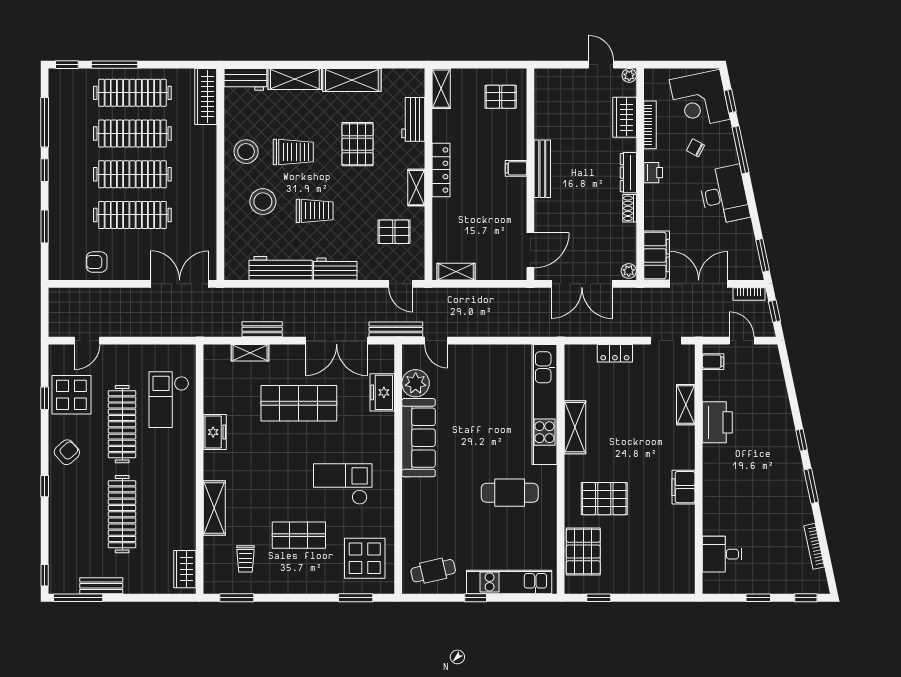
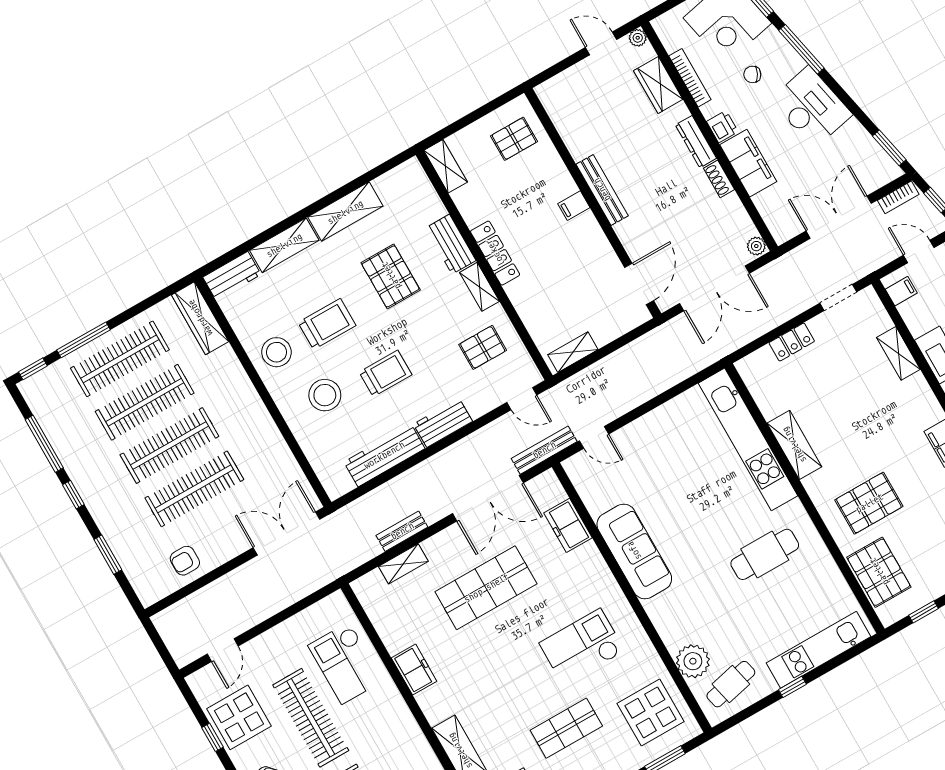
workbench: (413, 119) -> (451, 244), moved
filing cabinet: (657, 255) -> (748, 163), moved
plant: (416, 383) -> (693, 661), moved

